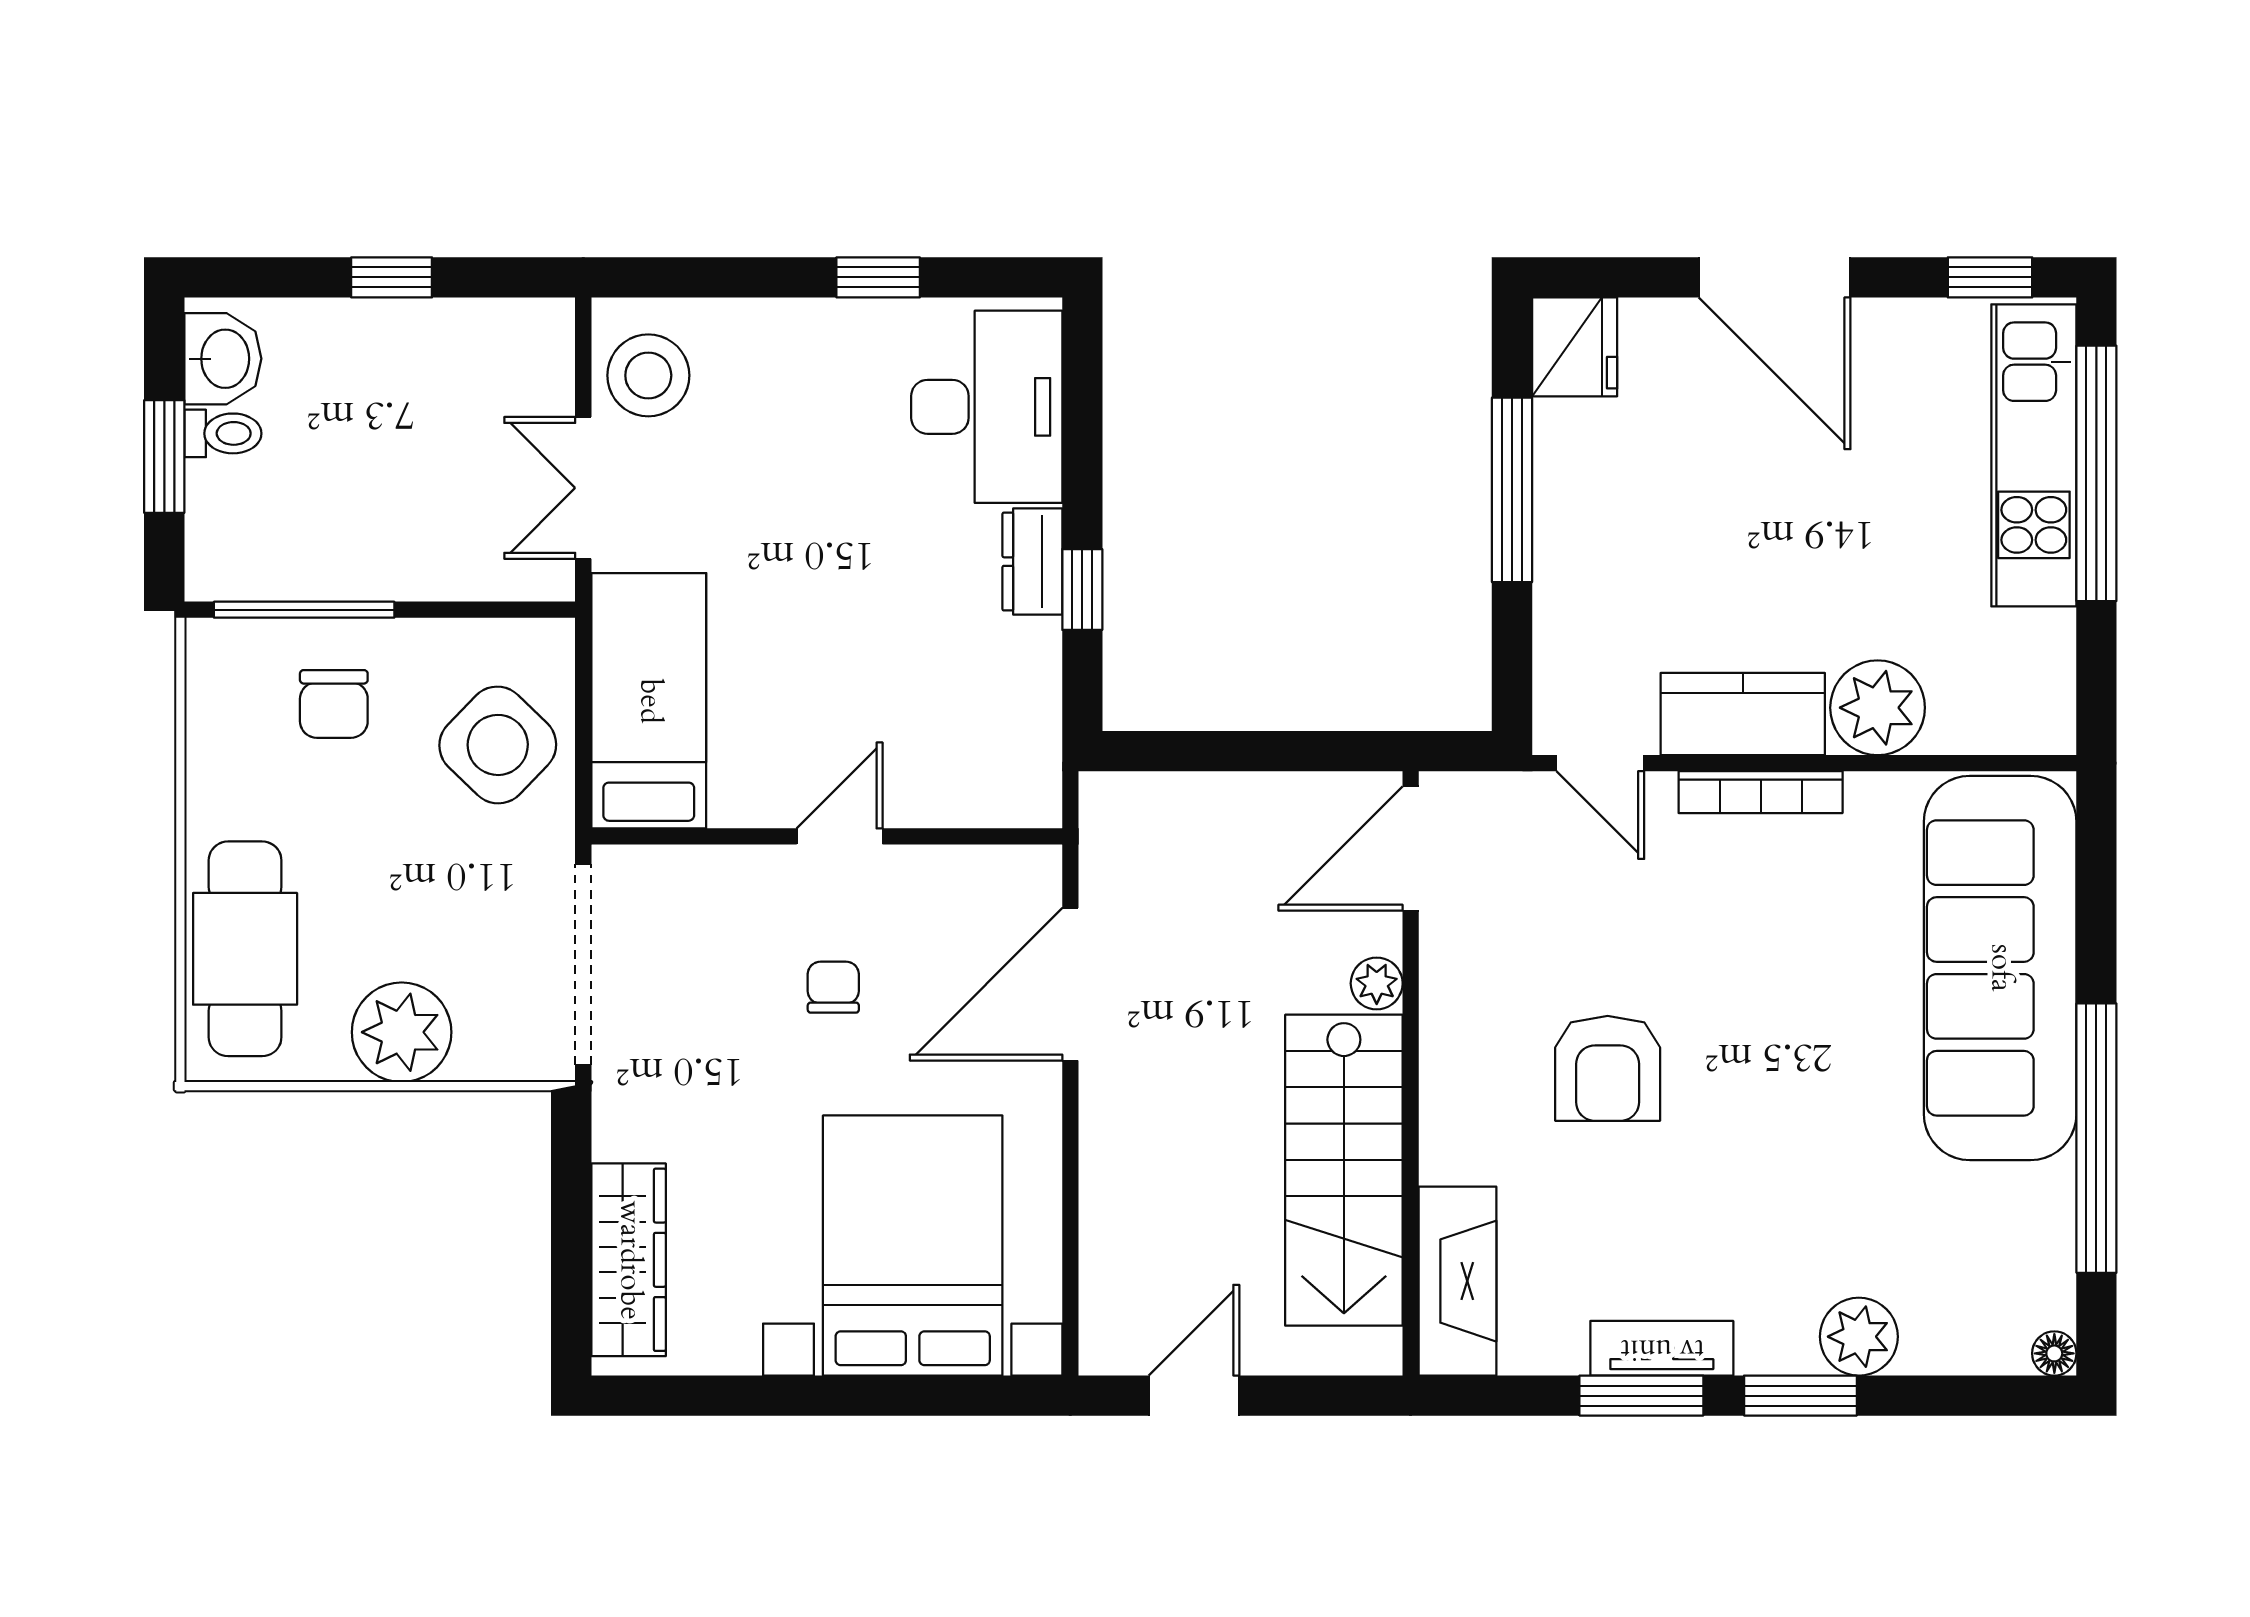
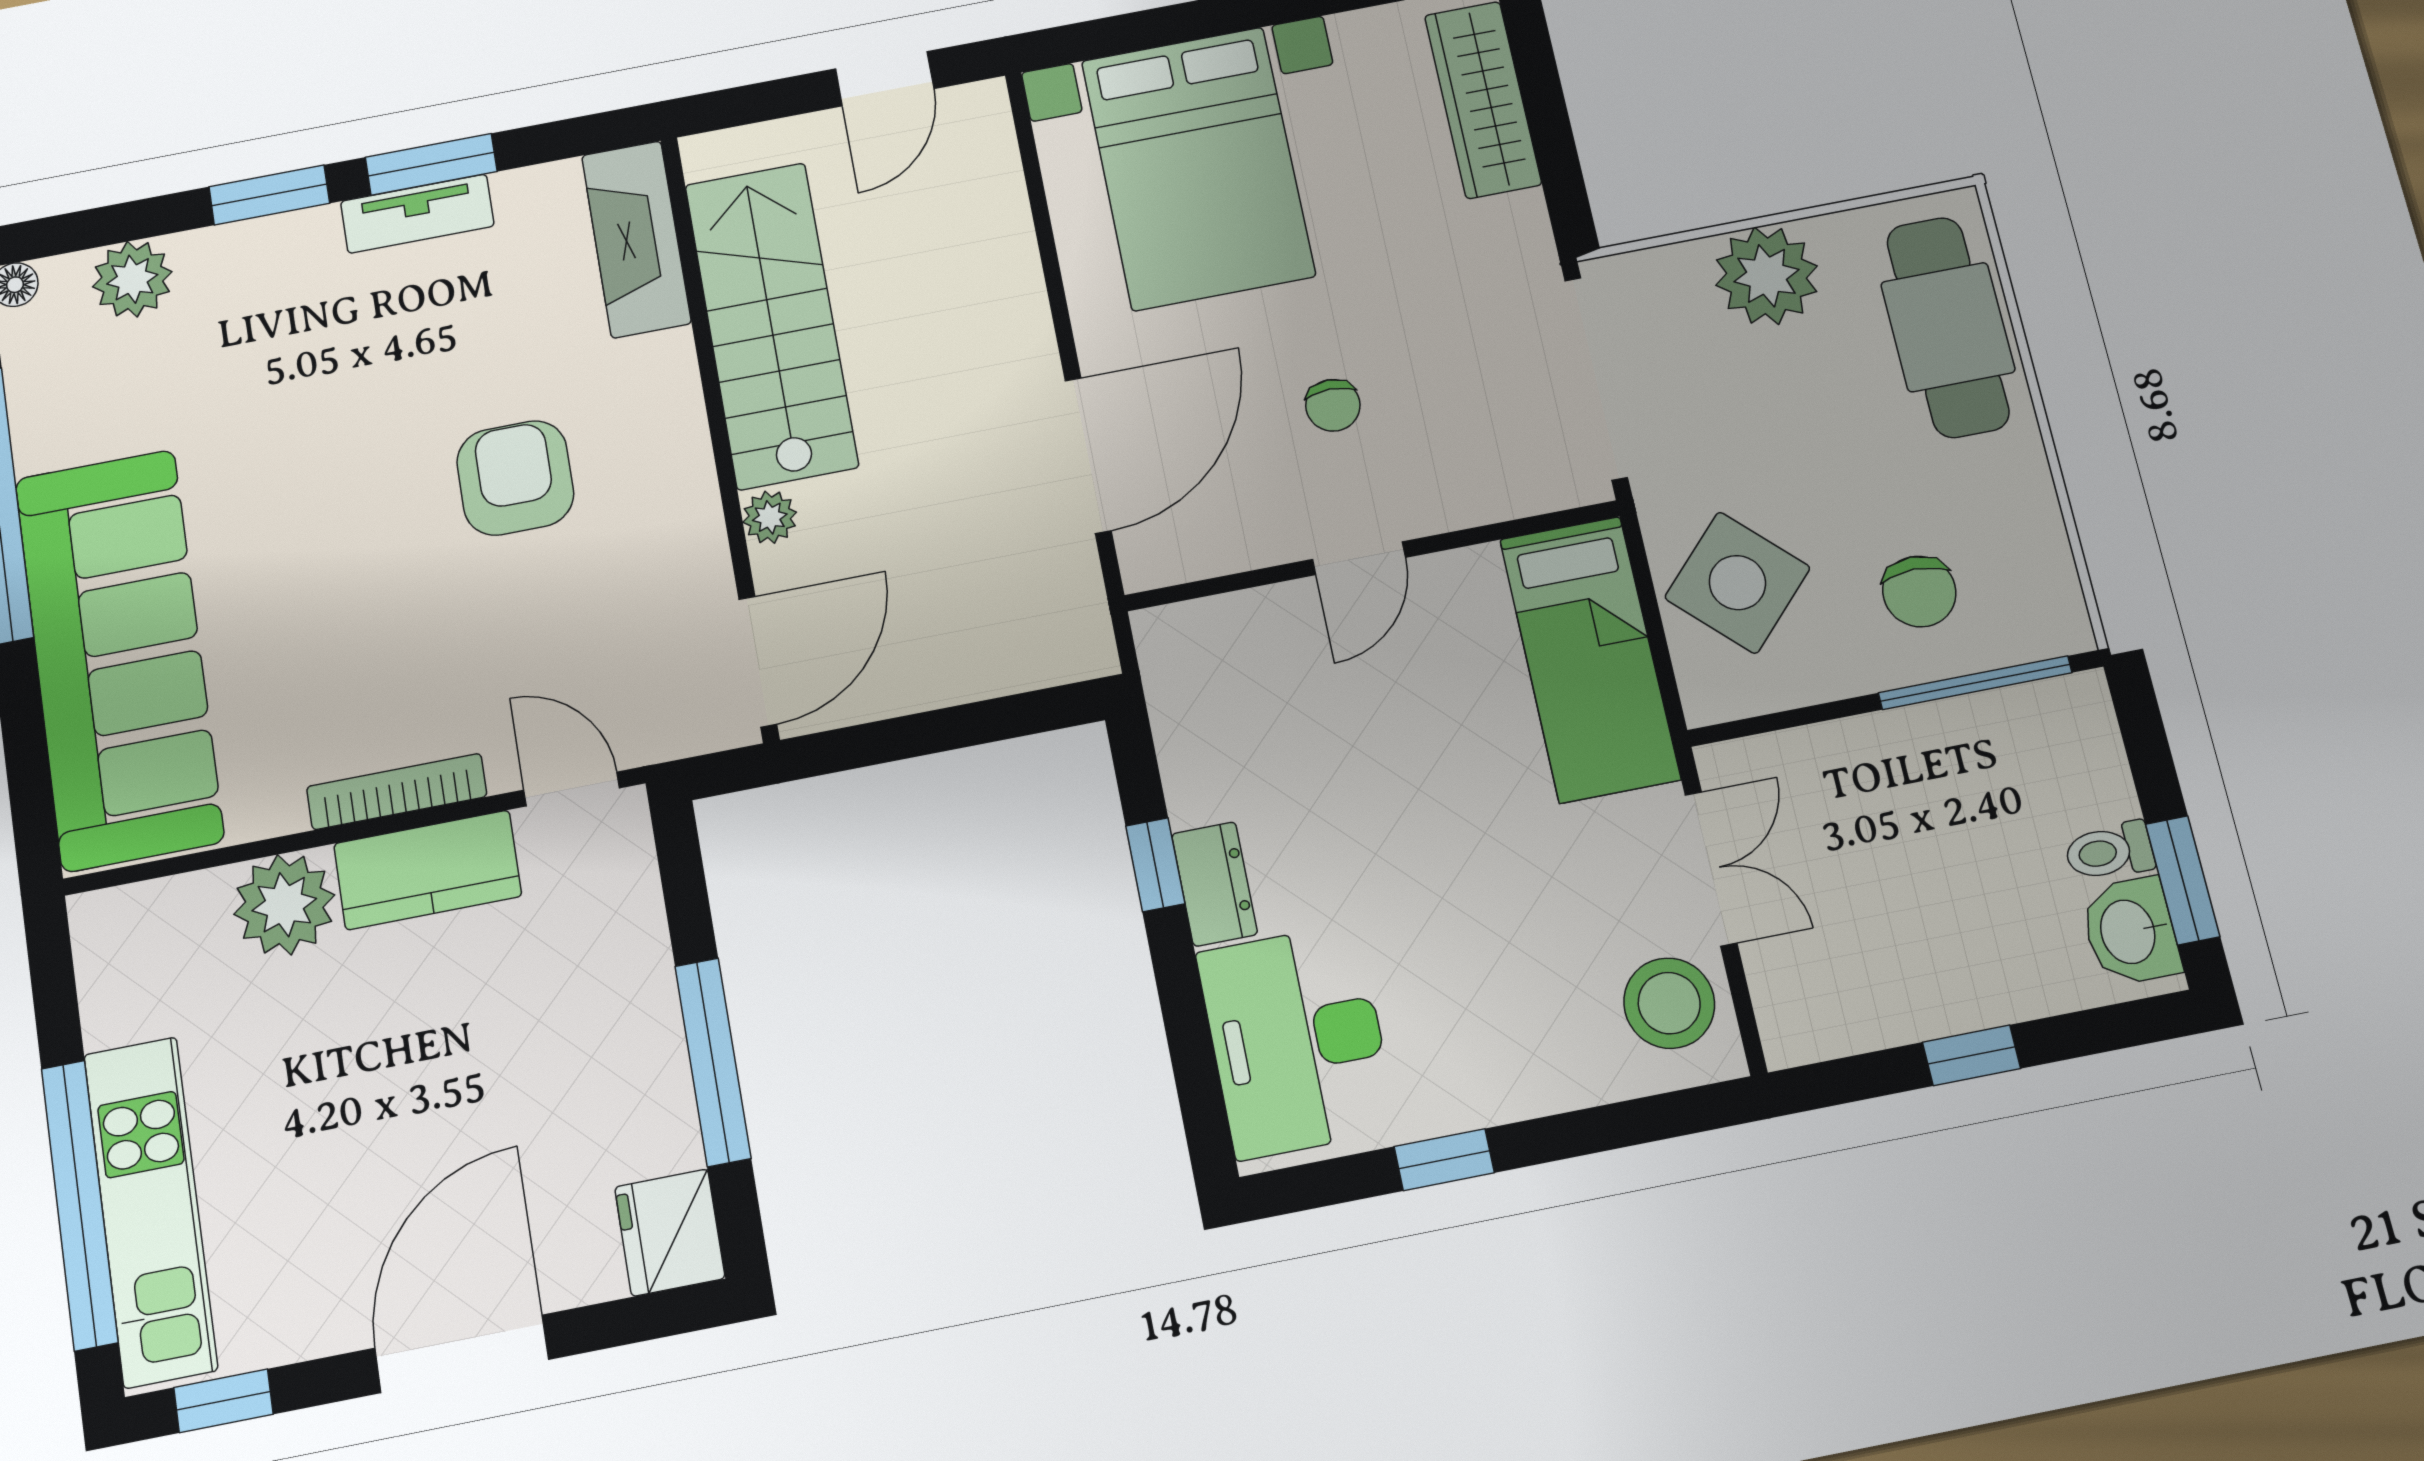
door: (1775, 277) -> (462, 1354), hinge flipped
window: (164, 457) -> (2183, 880), moved
chair: (334, 704) -> (1919, 591), turned 180
plant: (1859, 1337) -> (132, 279), moved

